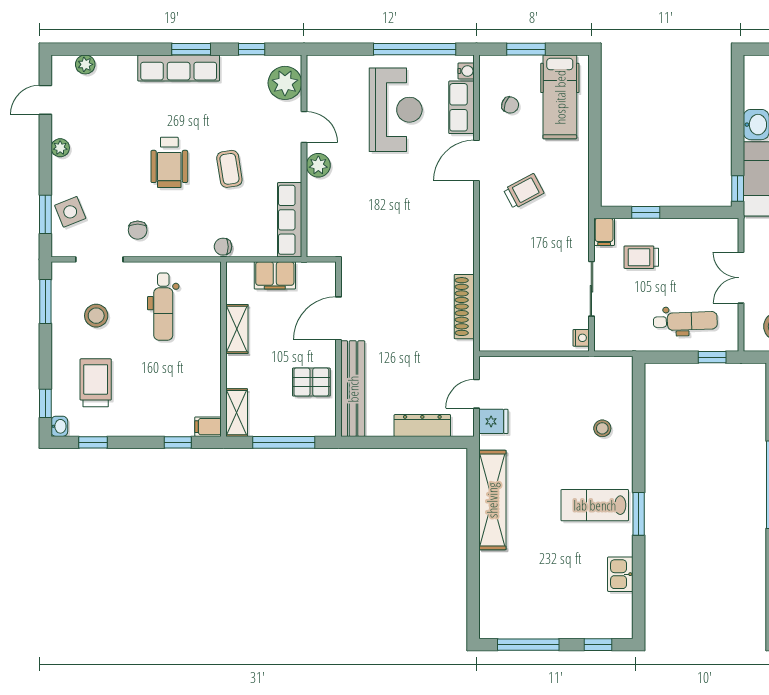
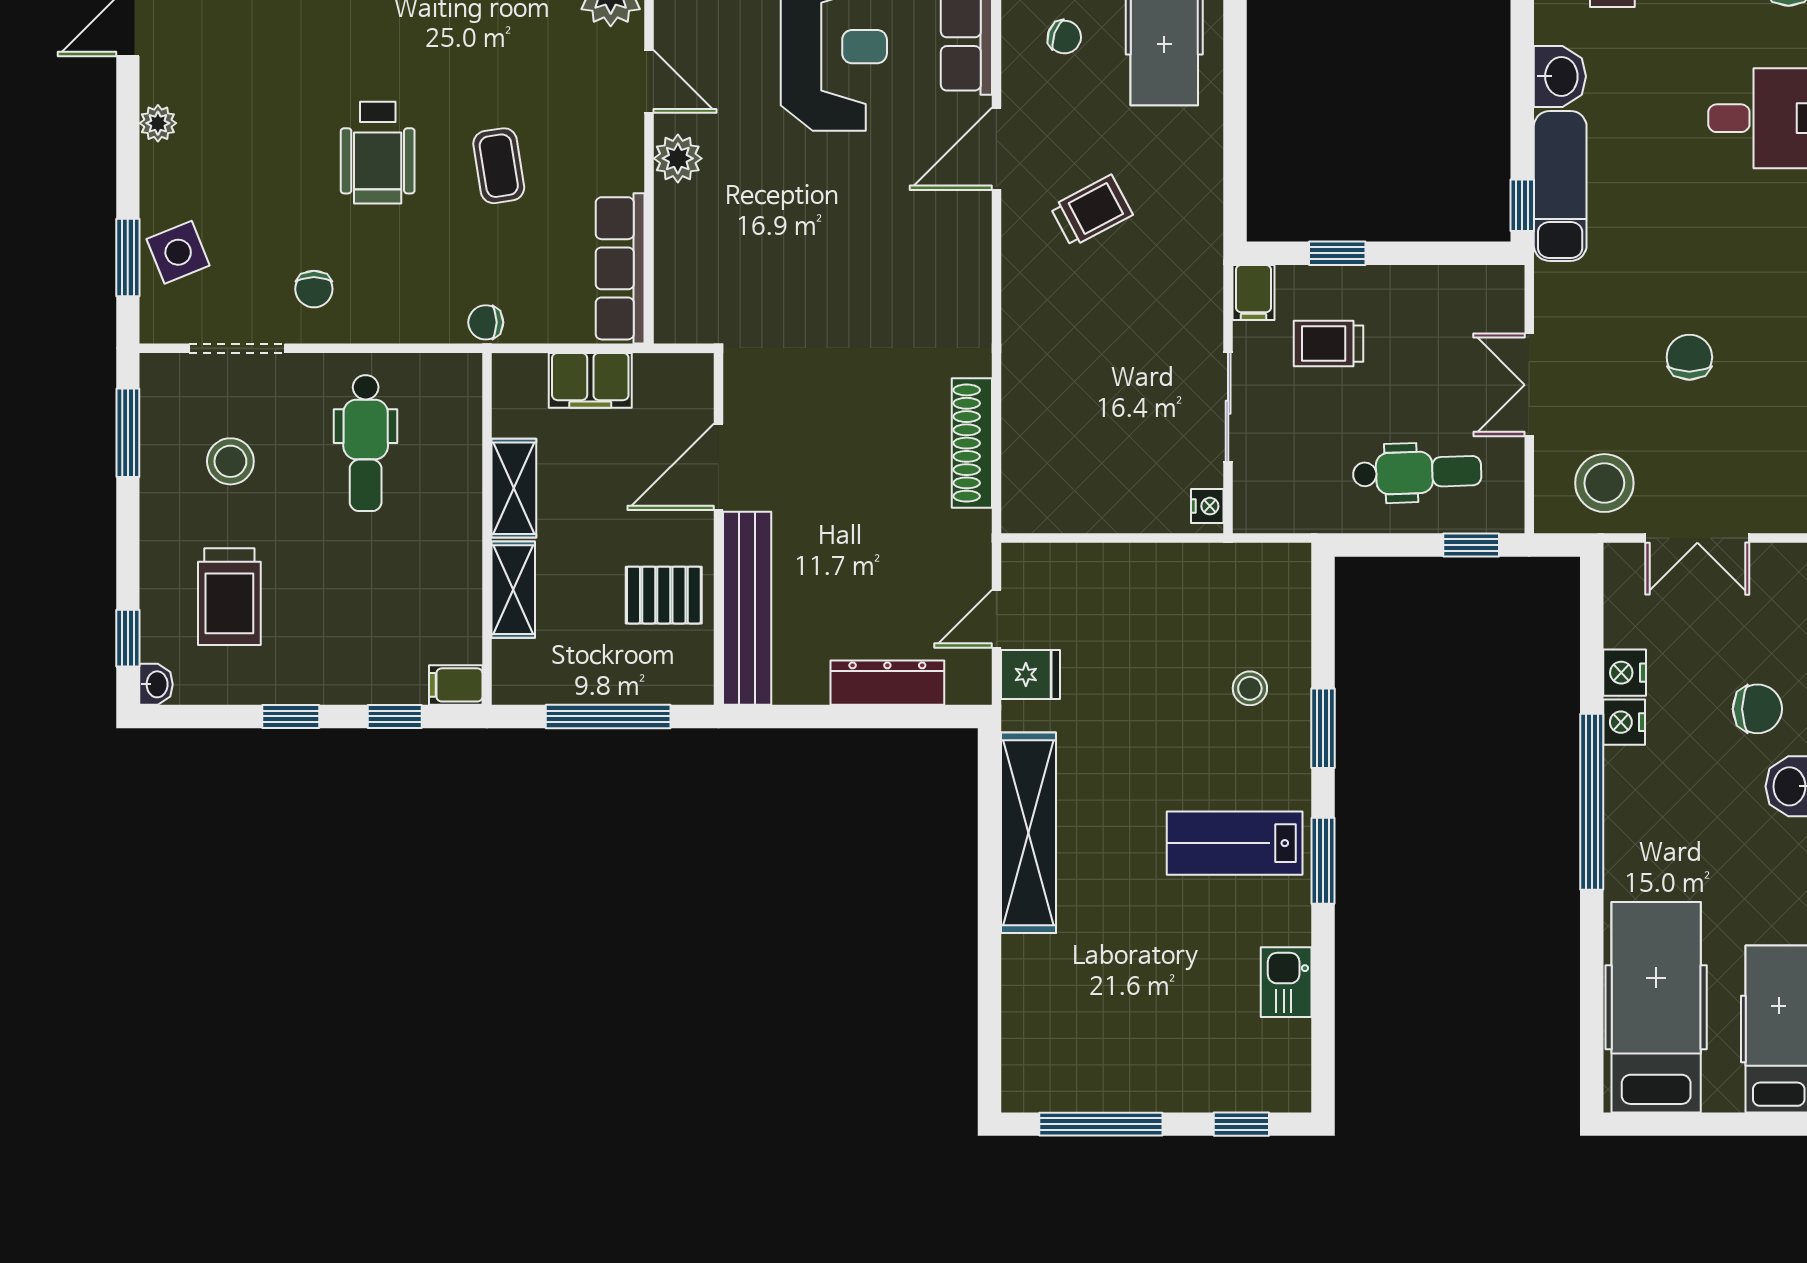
trolley: (96, 383) -> (229, 597), turned 180
shelving: (237, 413) -> (513, 590), moved
window: (93, 442) -> (291, 716), moved
window: (639, 448) -> (1323, 728), added

